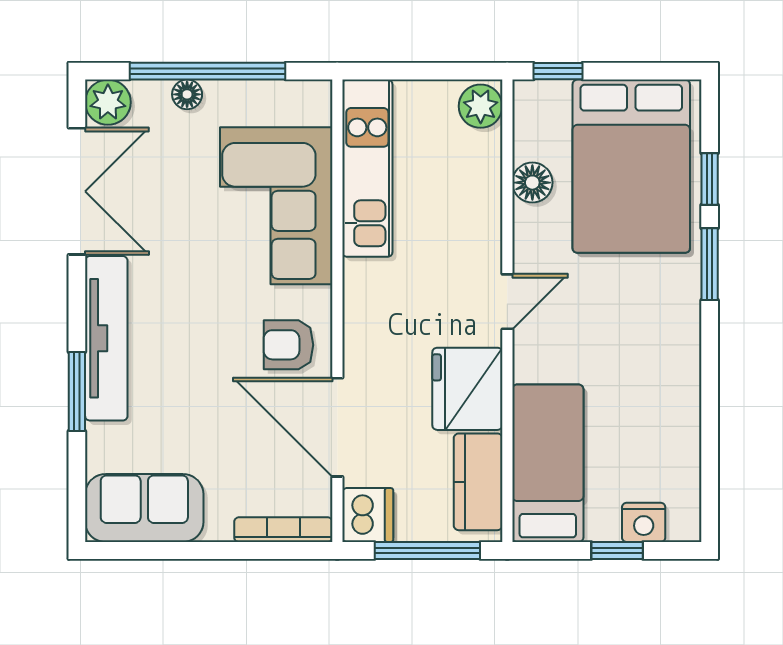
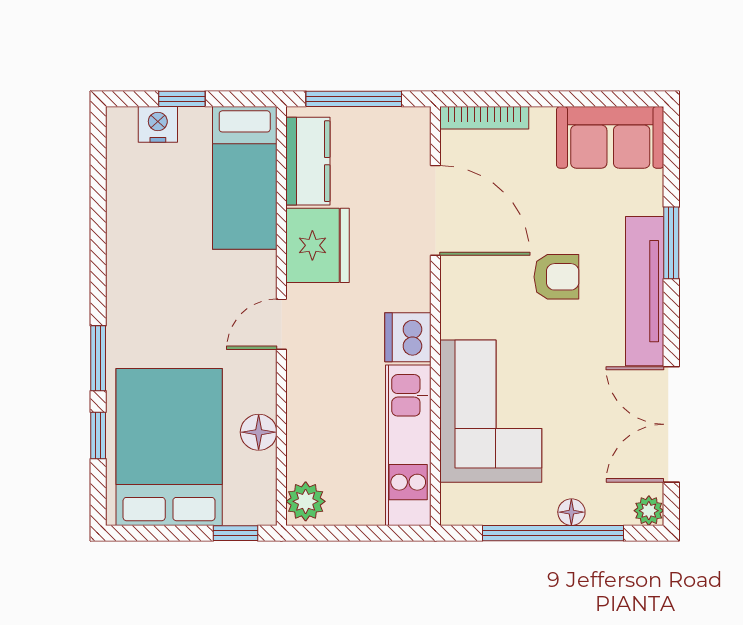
plant: (108, 102) -> (649, 511), width x0.73, depth x0.73
armchair: (288, 345) -> (556, 277), moved
dishwasher: (368, 515) -> (408, 337), moved

